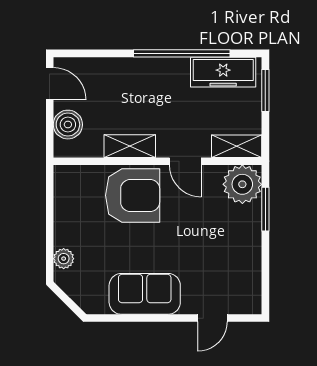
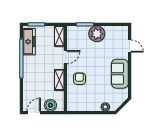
plant: (242, 184) -> (97, 34), moved
armchair: (133, 195) -> (79, 79), width x0.53, depth x0.53

